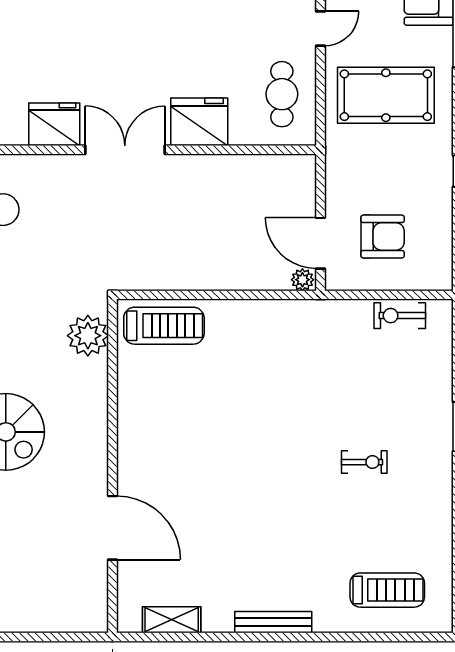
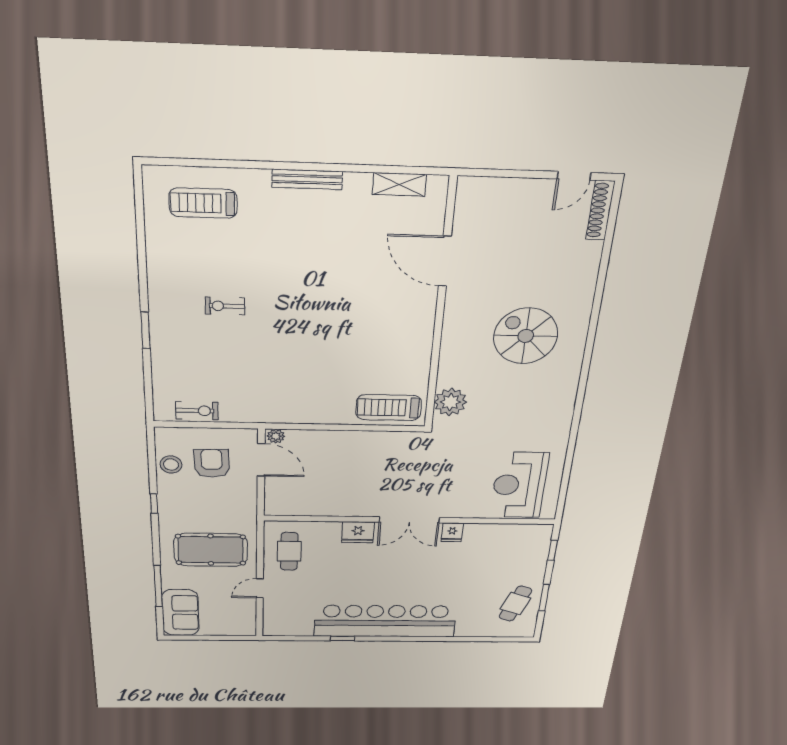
fridge: (199, 122) -> (358, 532), width x0.73, depth x0.75
fridge: (54, 124) -> (452, 532), width x0.53, depth x0.75
stool: (434, 234) -> (171, 464), added
armchair: (383, 237) -> (212, 463), turned 88

